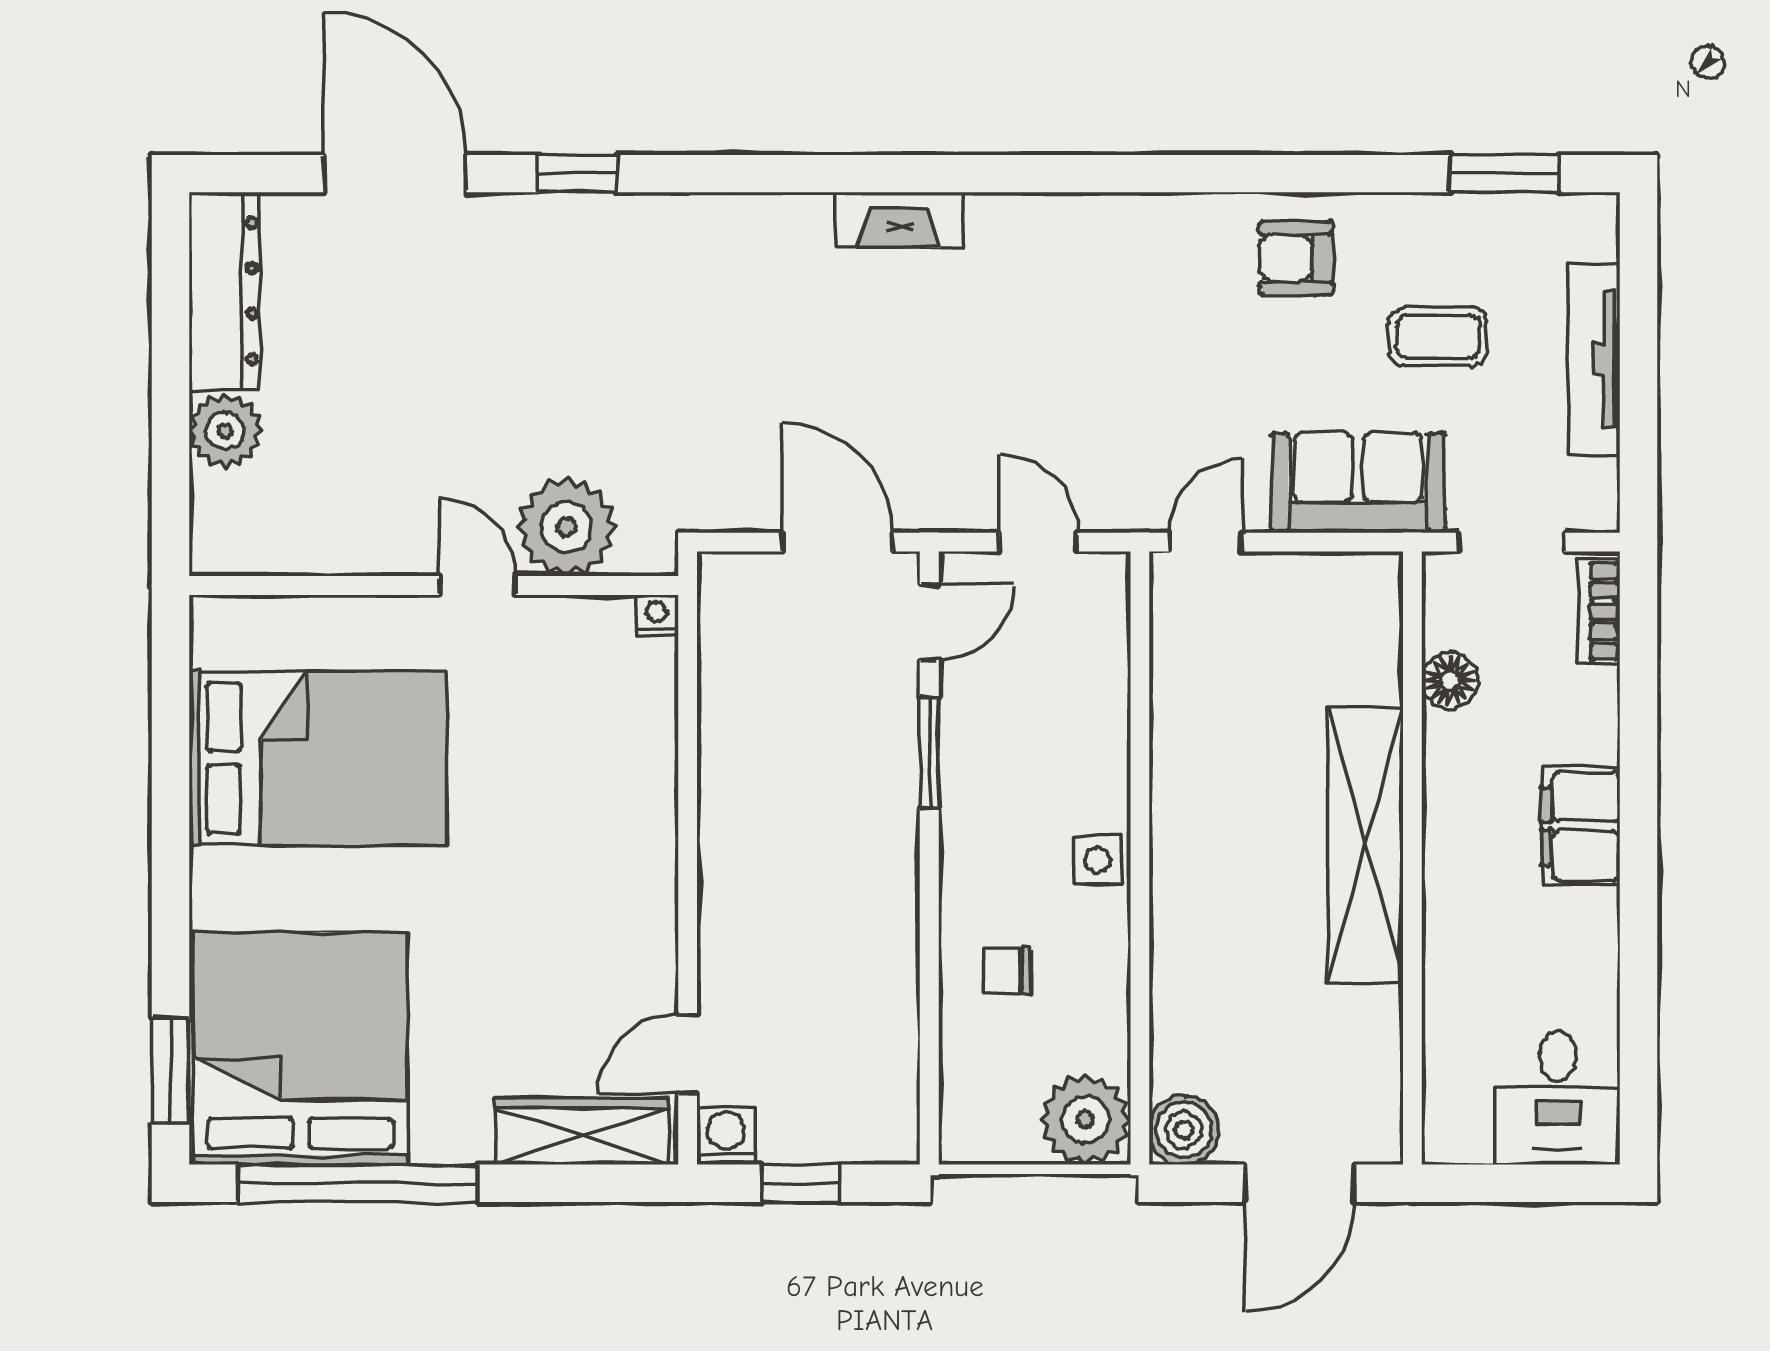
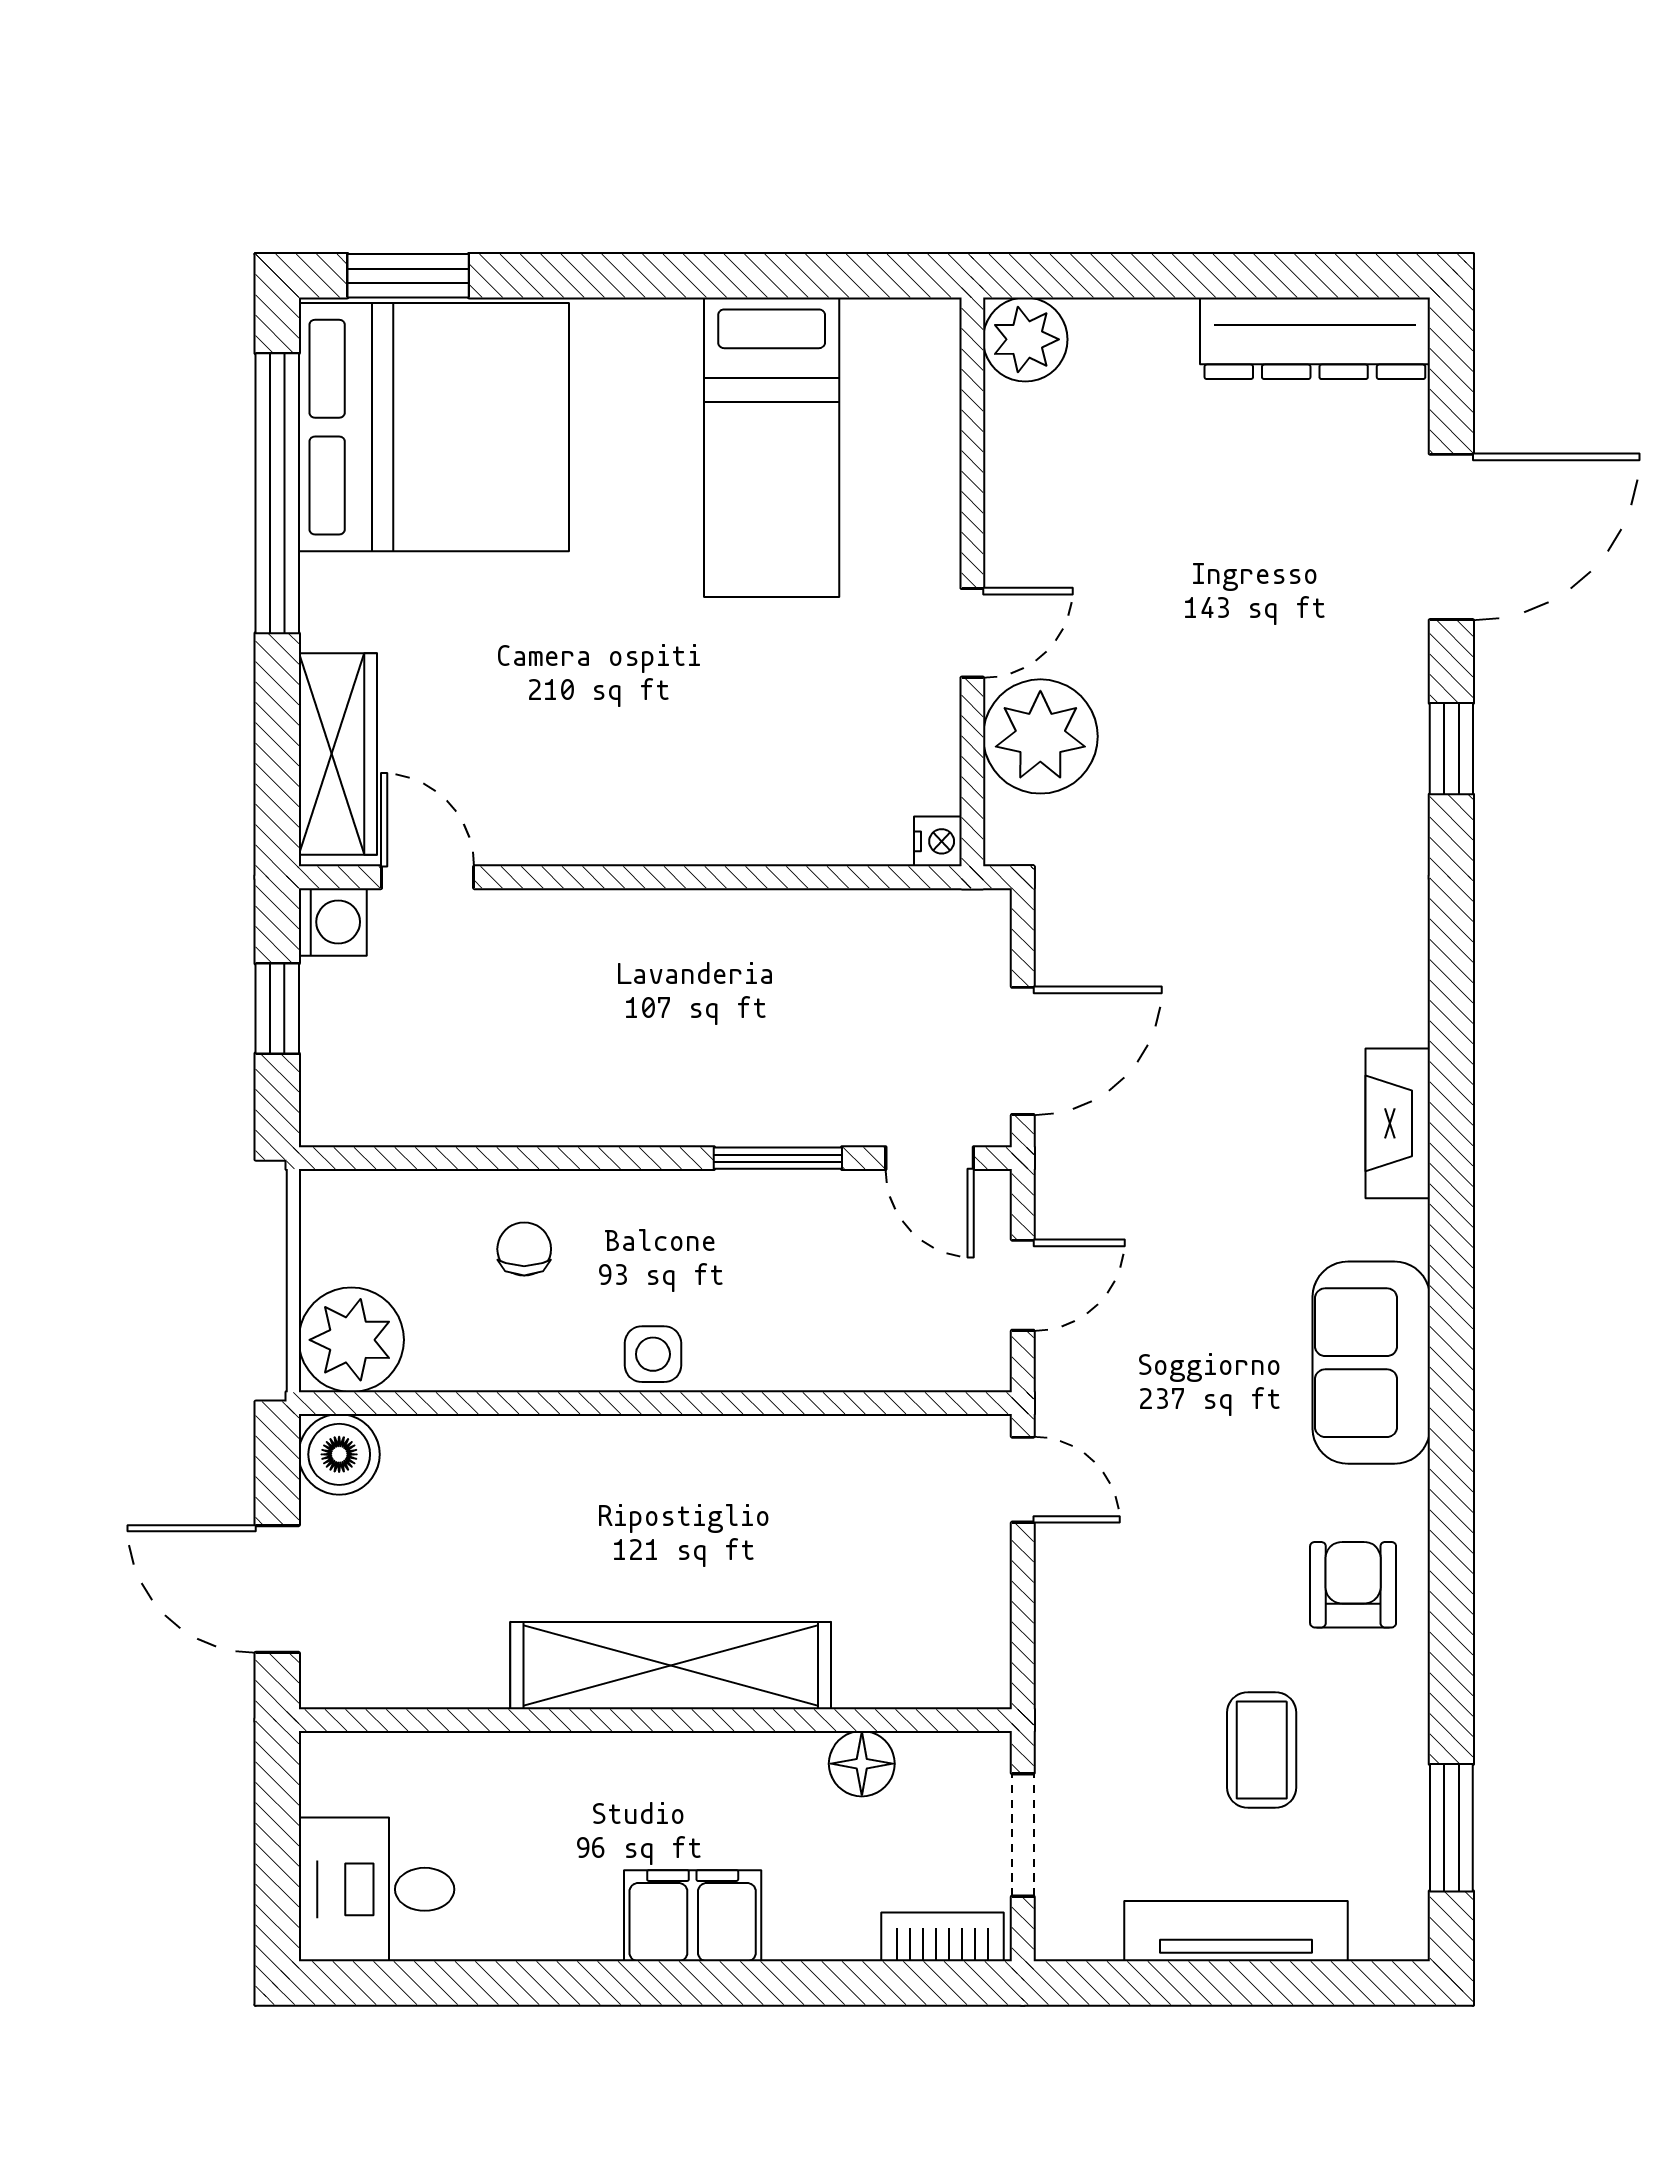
plant: (225, 431) -> (1025, 339), moved
sofa: (1358, 483) -> (1371, 1363), moved, turned 180
bed: (318, 758) -> (772, 447), width x0.67

